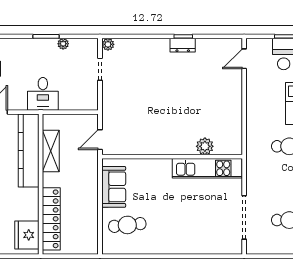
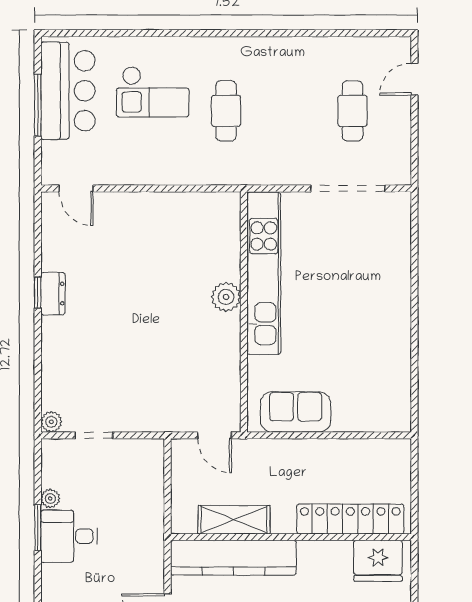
desk: (43, 94) -> (69, 536), moved, turned 180
plant: (205, 146) -> (226, 297), moved
kitchen unit: (207, 168) -> (264, 273), width x1.36
cafe table: (127, 225) -> (361, 389), removed

